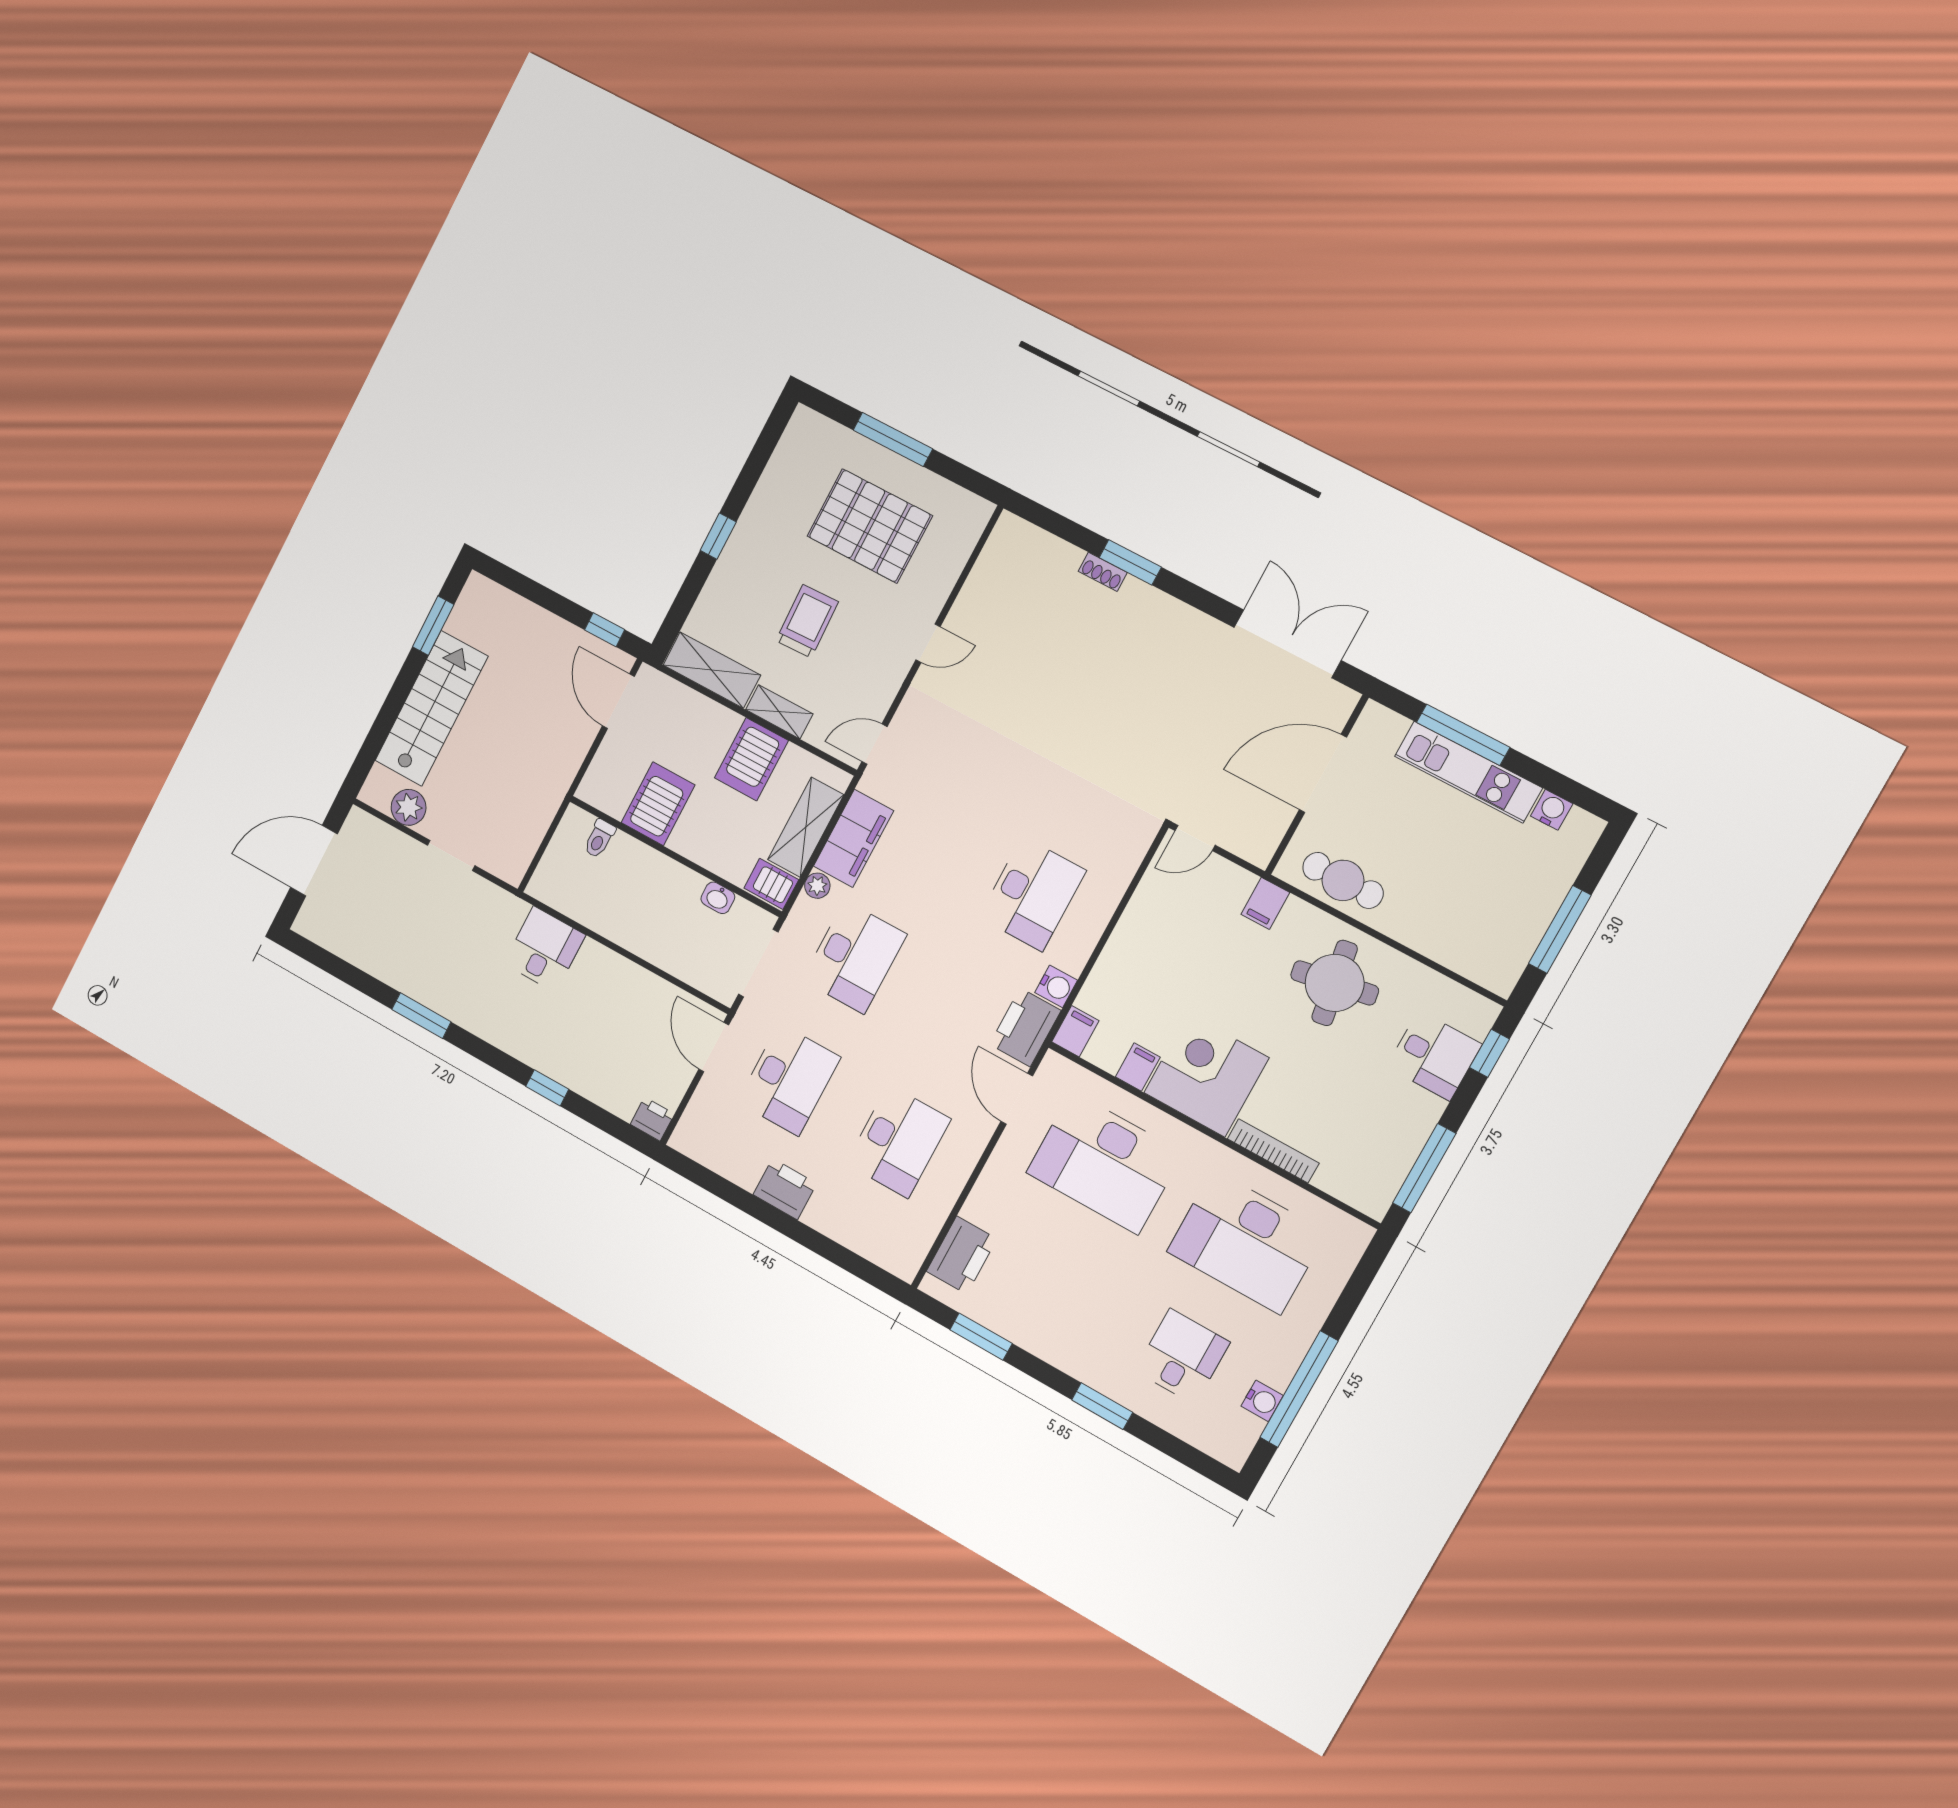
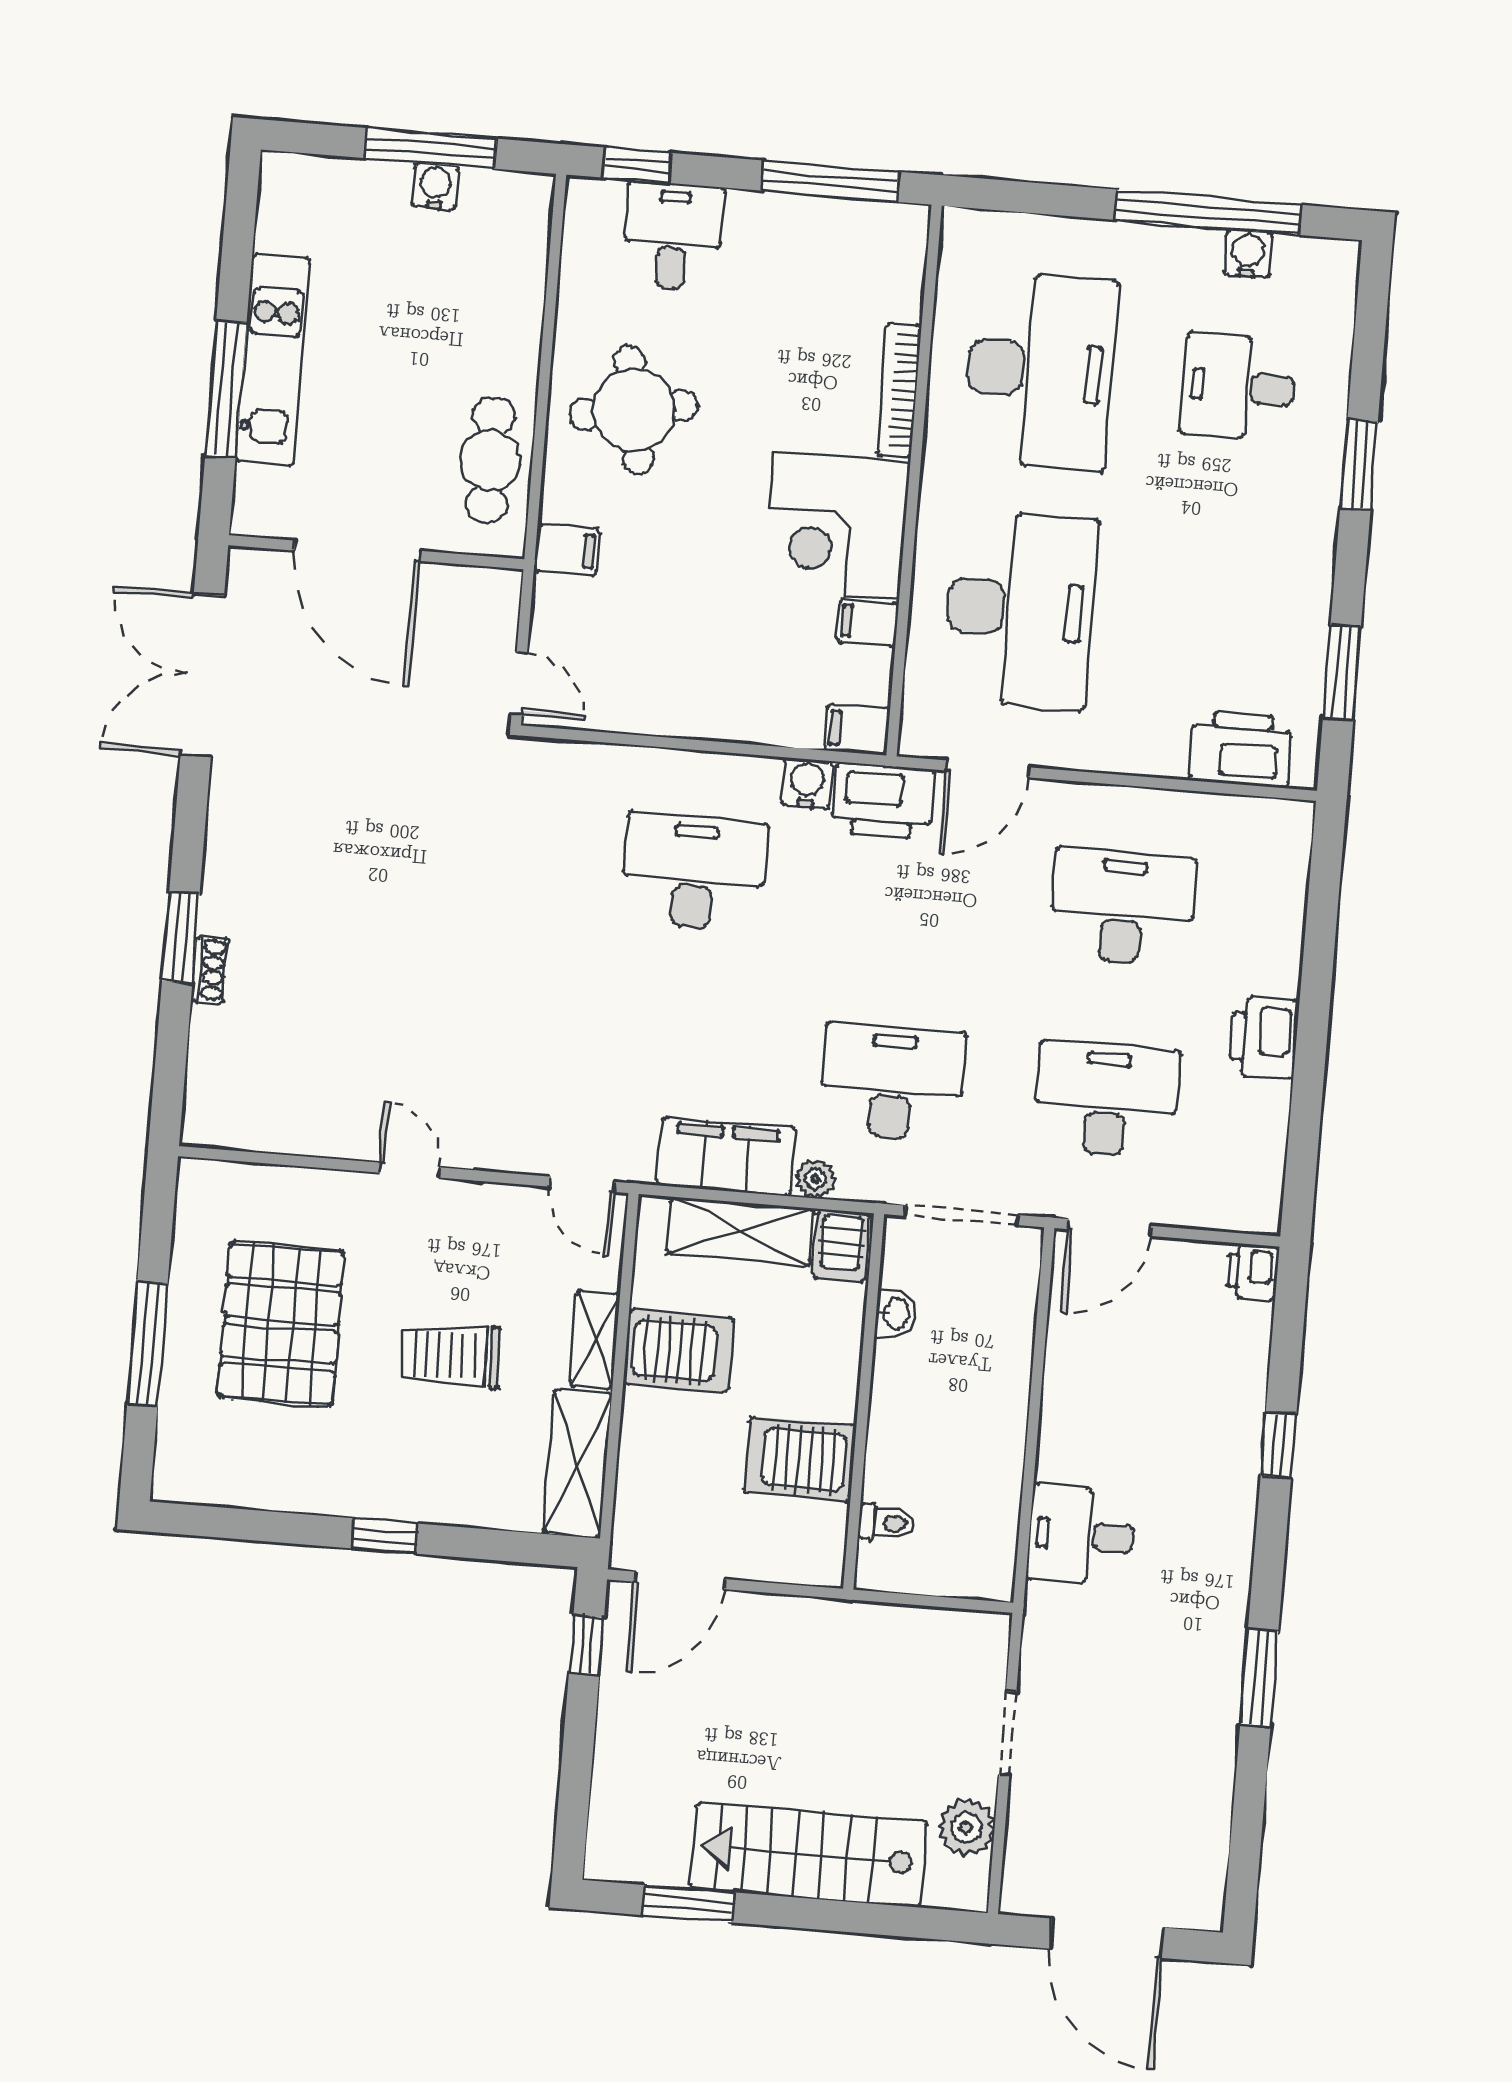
water cooler: (1552, 810) -> (435, 186), moved, turned 90

